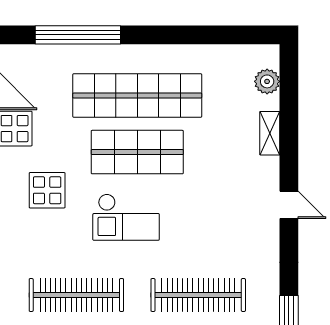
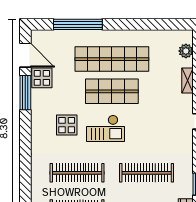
display table: (47, 190) -> (67, 125), moved

